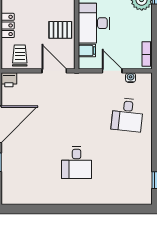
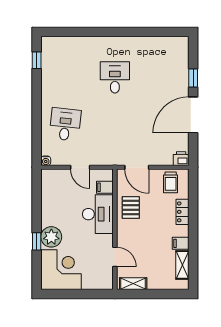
pallet: (60, 30) -> (131, 208), turned 90
bookcase: (147, 54) -> (46, 184), removed
water cooler: (131, 78) -> (46, 161), moved

